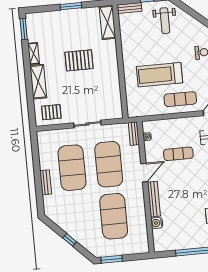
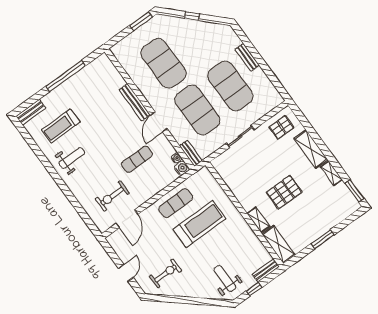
shelving: (112, 51) -> (258, 220), added
exercise mat: (180, 99) -> (176, 203), moved
water cooler: (157, 223) -> (182, 168), moved

